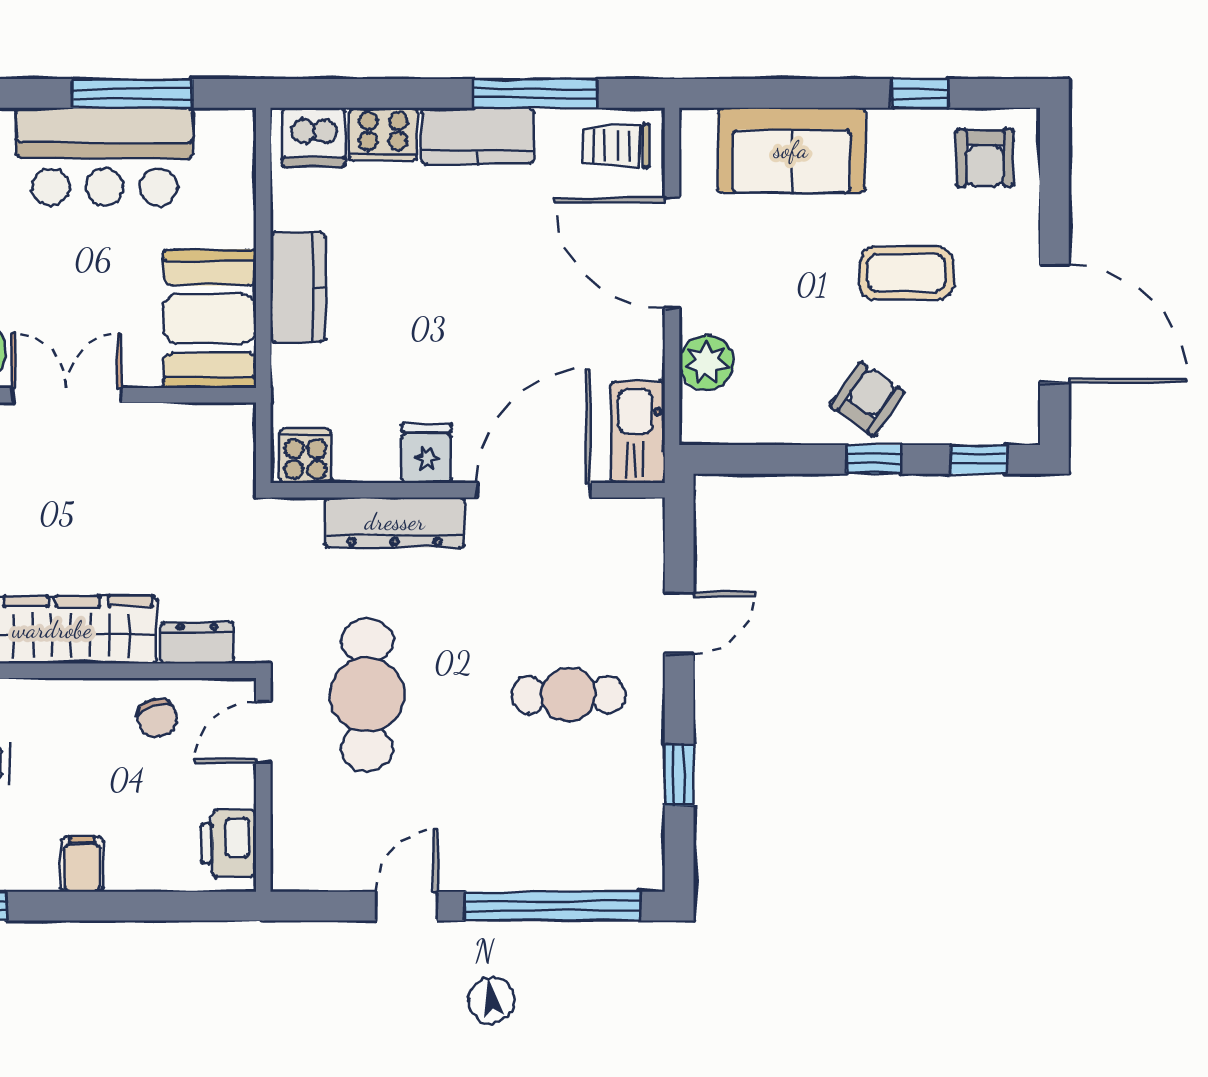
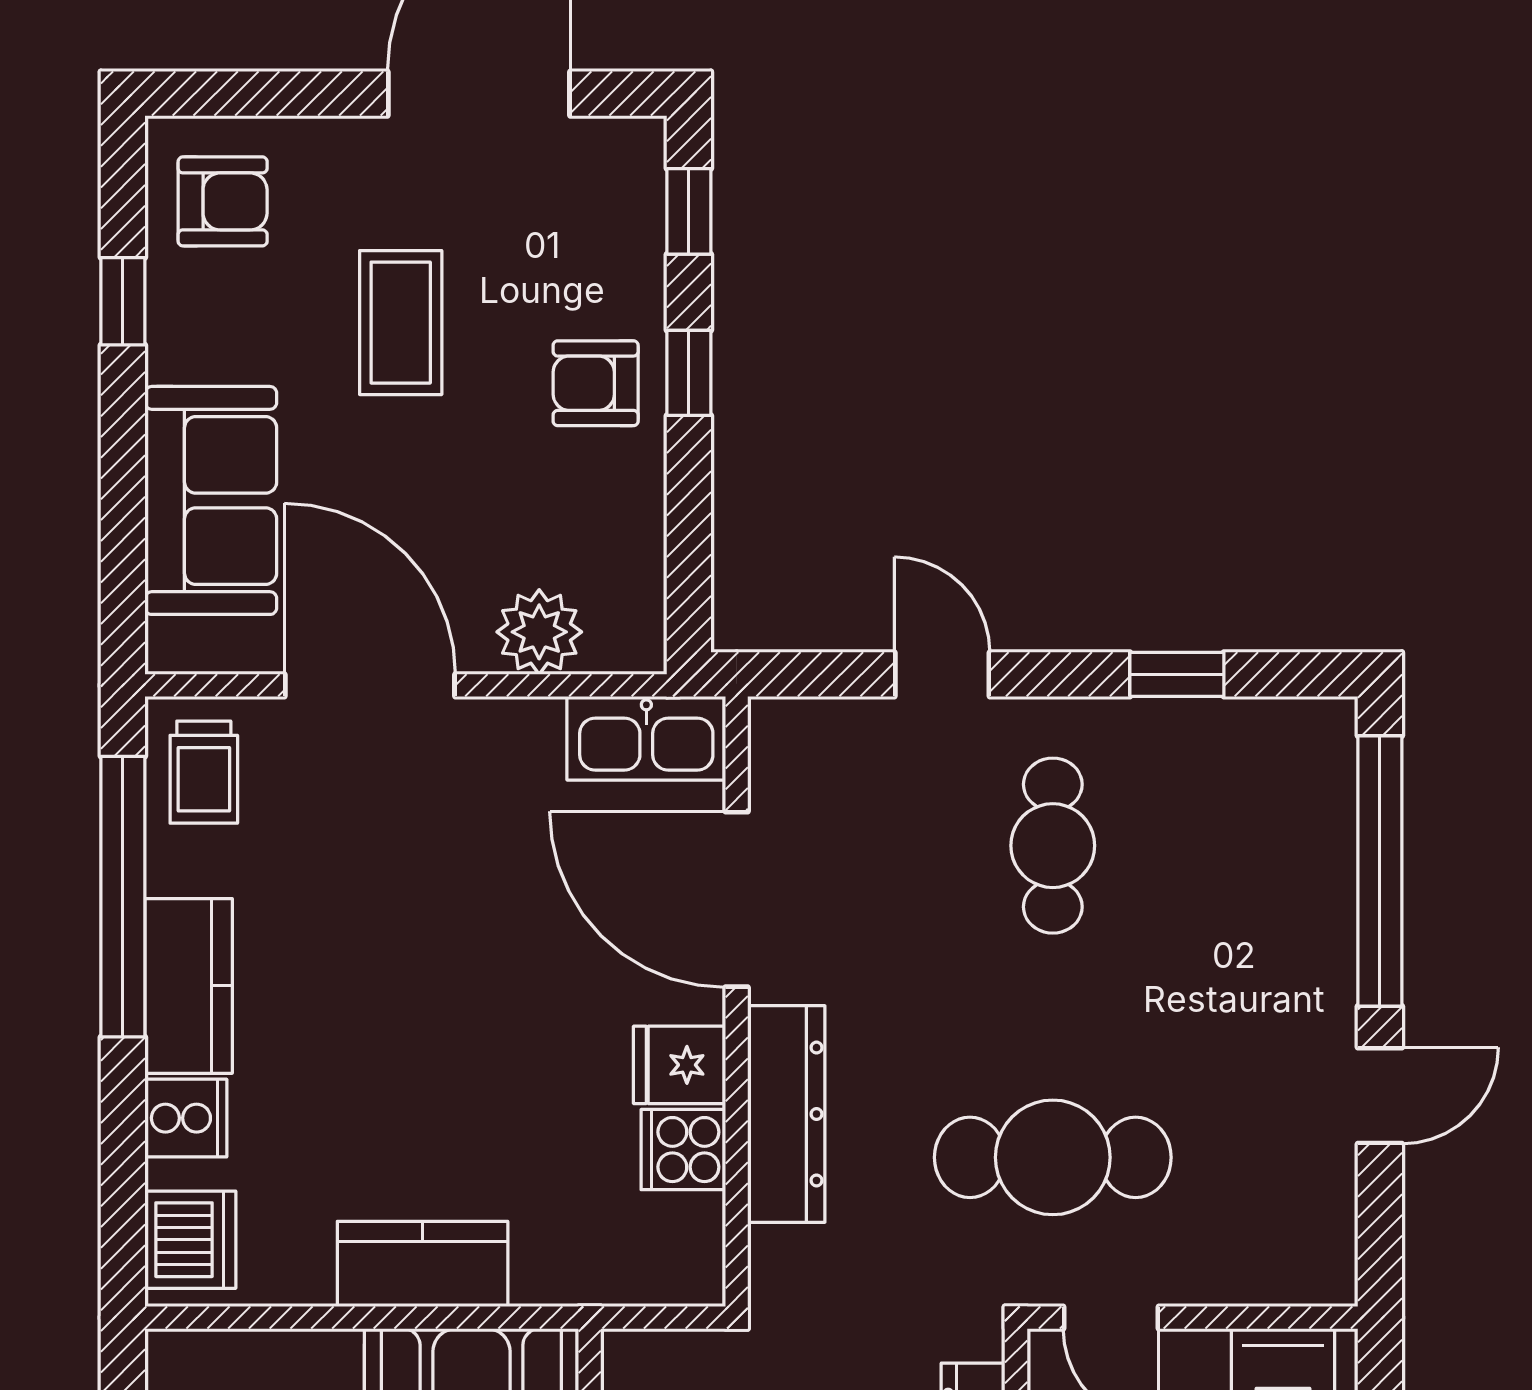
window: (535, 93) -> (123, 897), width x1.46
cooker: (383, 134) -> (186, 1118), width x0.73
door: (672, 253) -> (370, 685), swing flipped
armchair: (867, 399) -> (596, 383), turned -34
cooker: (305, 456) -> (683, 1150), moved
door: (407, 906) -> (1380, 1096), swing flipped

